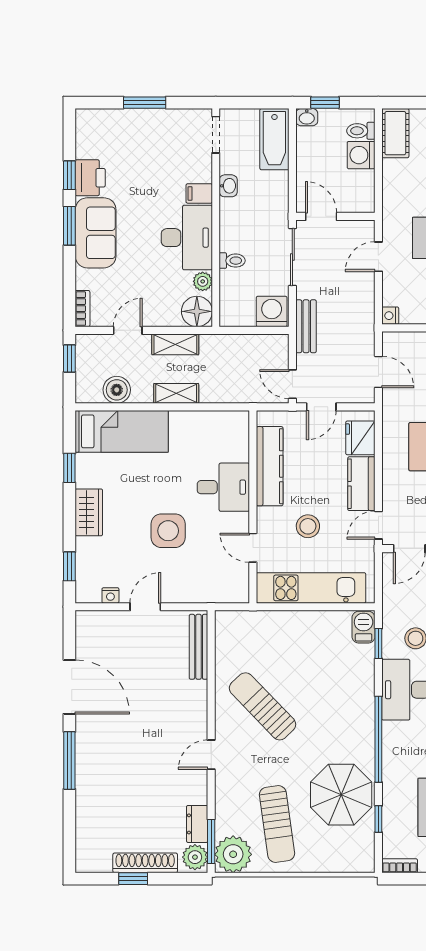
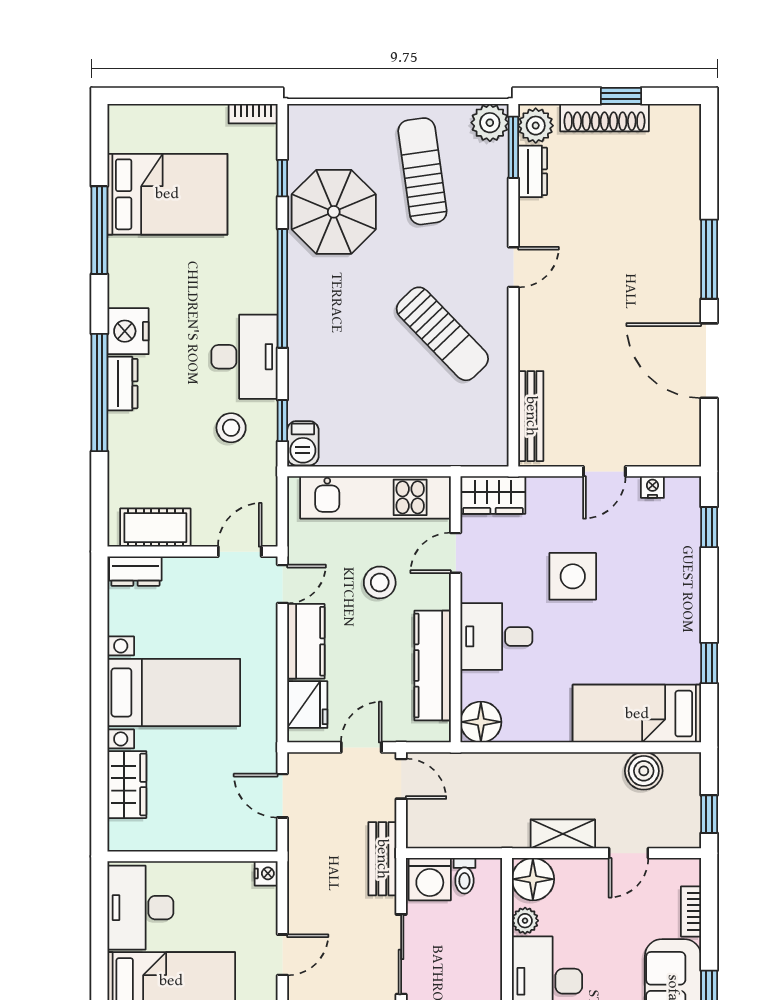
toilet: (232, 261) -> (464, 876), moved, turned -90
bookcase: (82, 309) -> (691, 911), moved
shelving: (176, 393) -> (562, 766), removed
floor lamp: (235, 425) -> (481, 722), added
wardrobe: (89, 512) -> (493, 495), moved, turned -90
door: (253, 548) -> (456, 553), swing flipped
plant: (233, 854) -> (490, 123), width x0.73, depth x0.73

